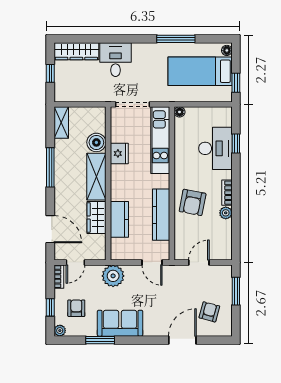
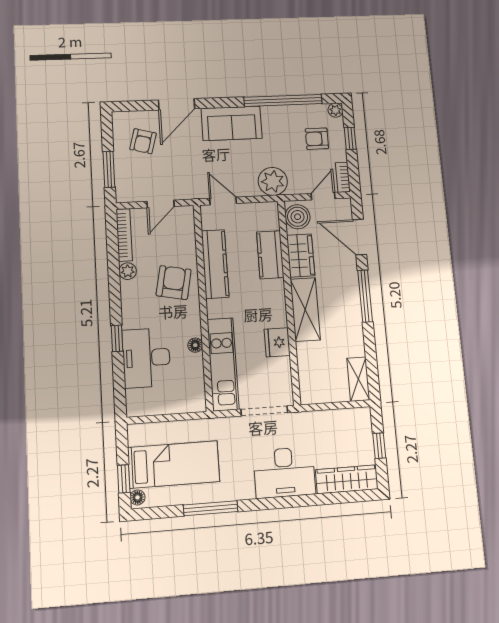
desk: (116, 60) -> (284, 472), width x1.37
window: (236, 83) -> (124, 479), moved
floor lamp: (180, 112) -> (195, 345), moved
boiler: (96, 142) -> (298, 217), moved
window: (236, 144) -> (117, 338), moved
window: (50, 167) -> (365, 296), moved
bookcase: (227, 193) -> (124, 235), moved, width x1.56
armchair: (76, 308) -> (317, 139), turned 90
sofa: (120, 323) -> (232, 123), moved
window: (100, 340) -> (283, 100), width x2.11

